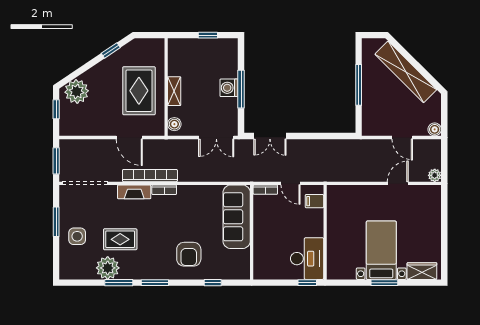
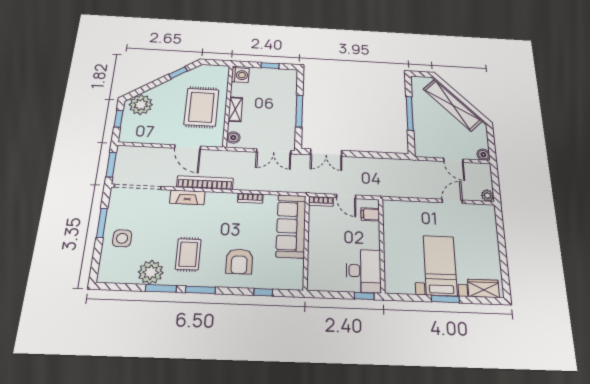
washing machine: (229, 88) -> (240, 75), moved, turned 180
bookcase: (164, 190) -> (250, 198), moved
rug: (120, 239) -> (188, 254), moved, turned 90

